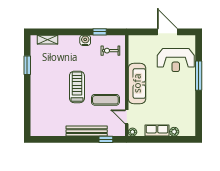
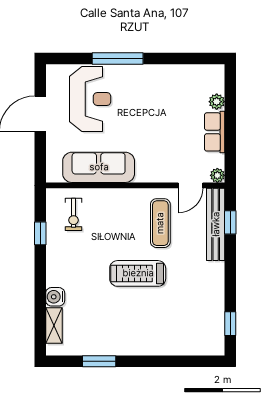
water cooler: (85, 40) -> (55, 297), moved
sofa: (137, 83) -> (99, 167), moved
bench: (87, 131) -> (216, 224), moved
window: (49, 139) -> (230, 324), added

